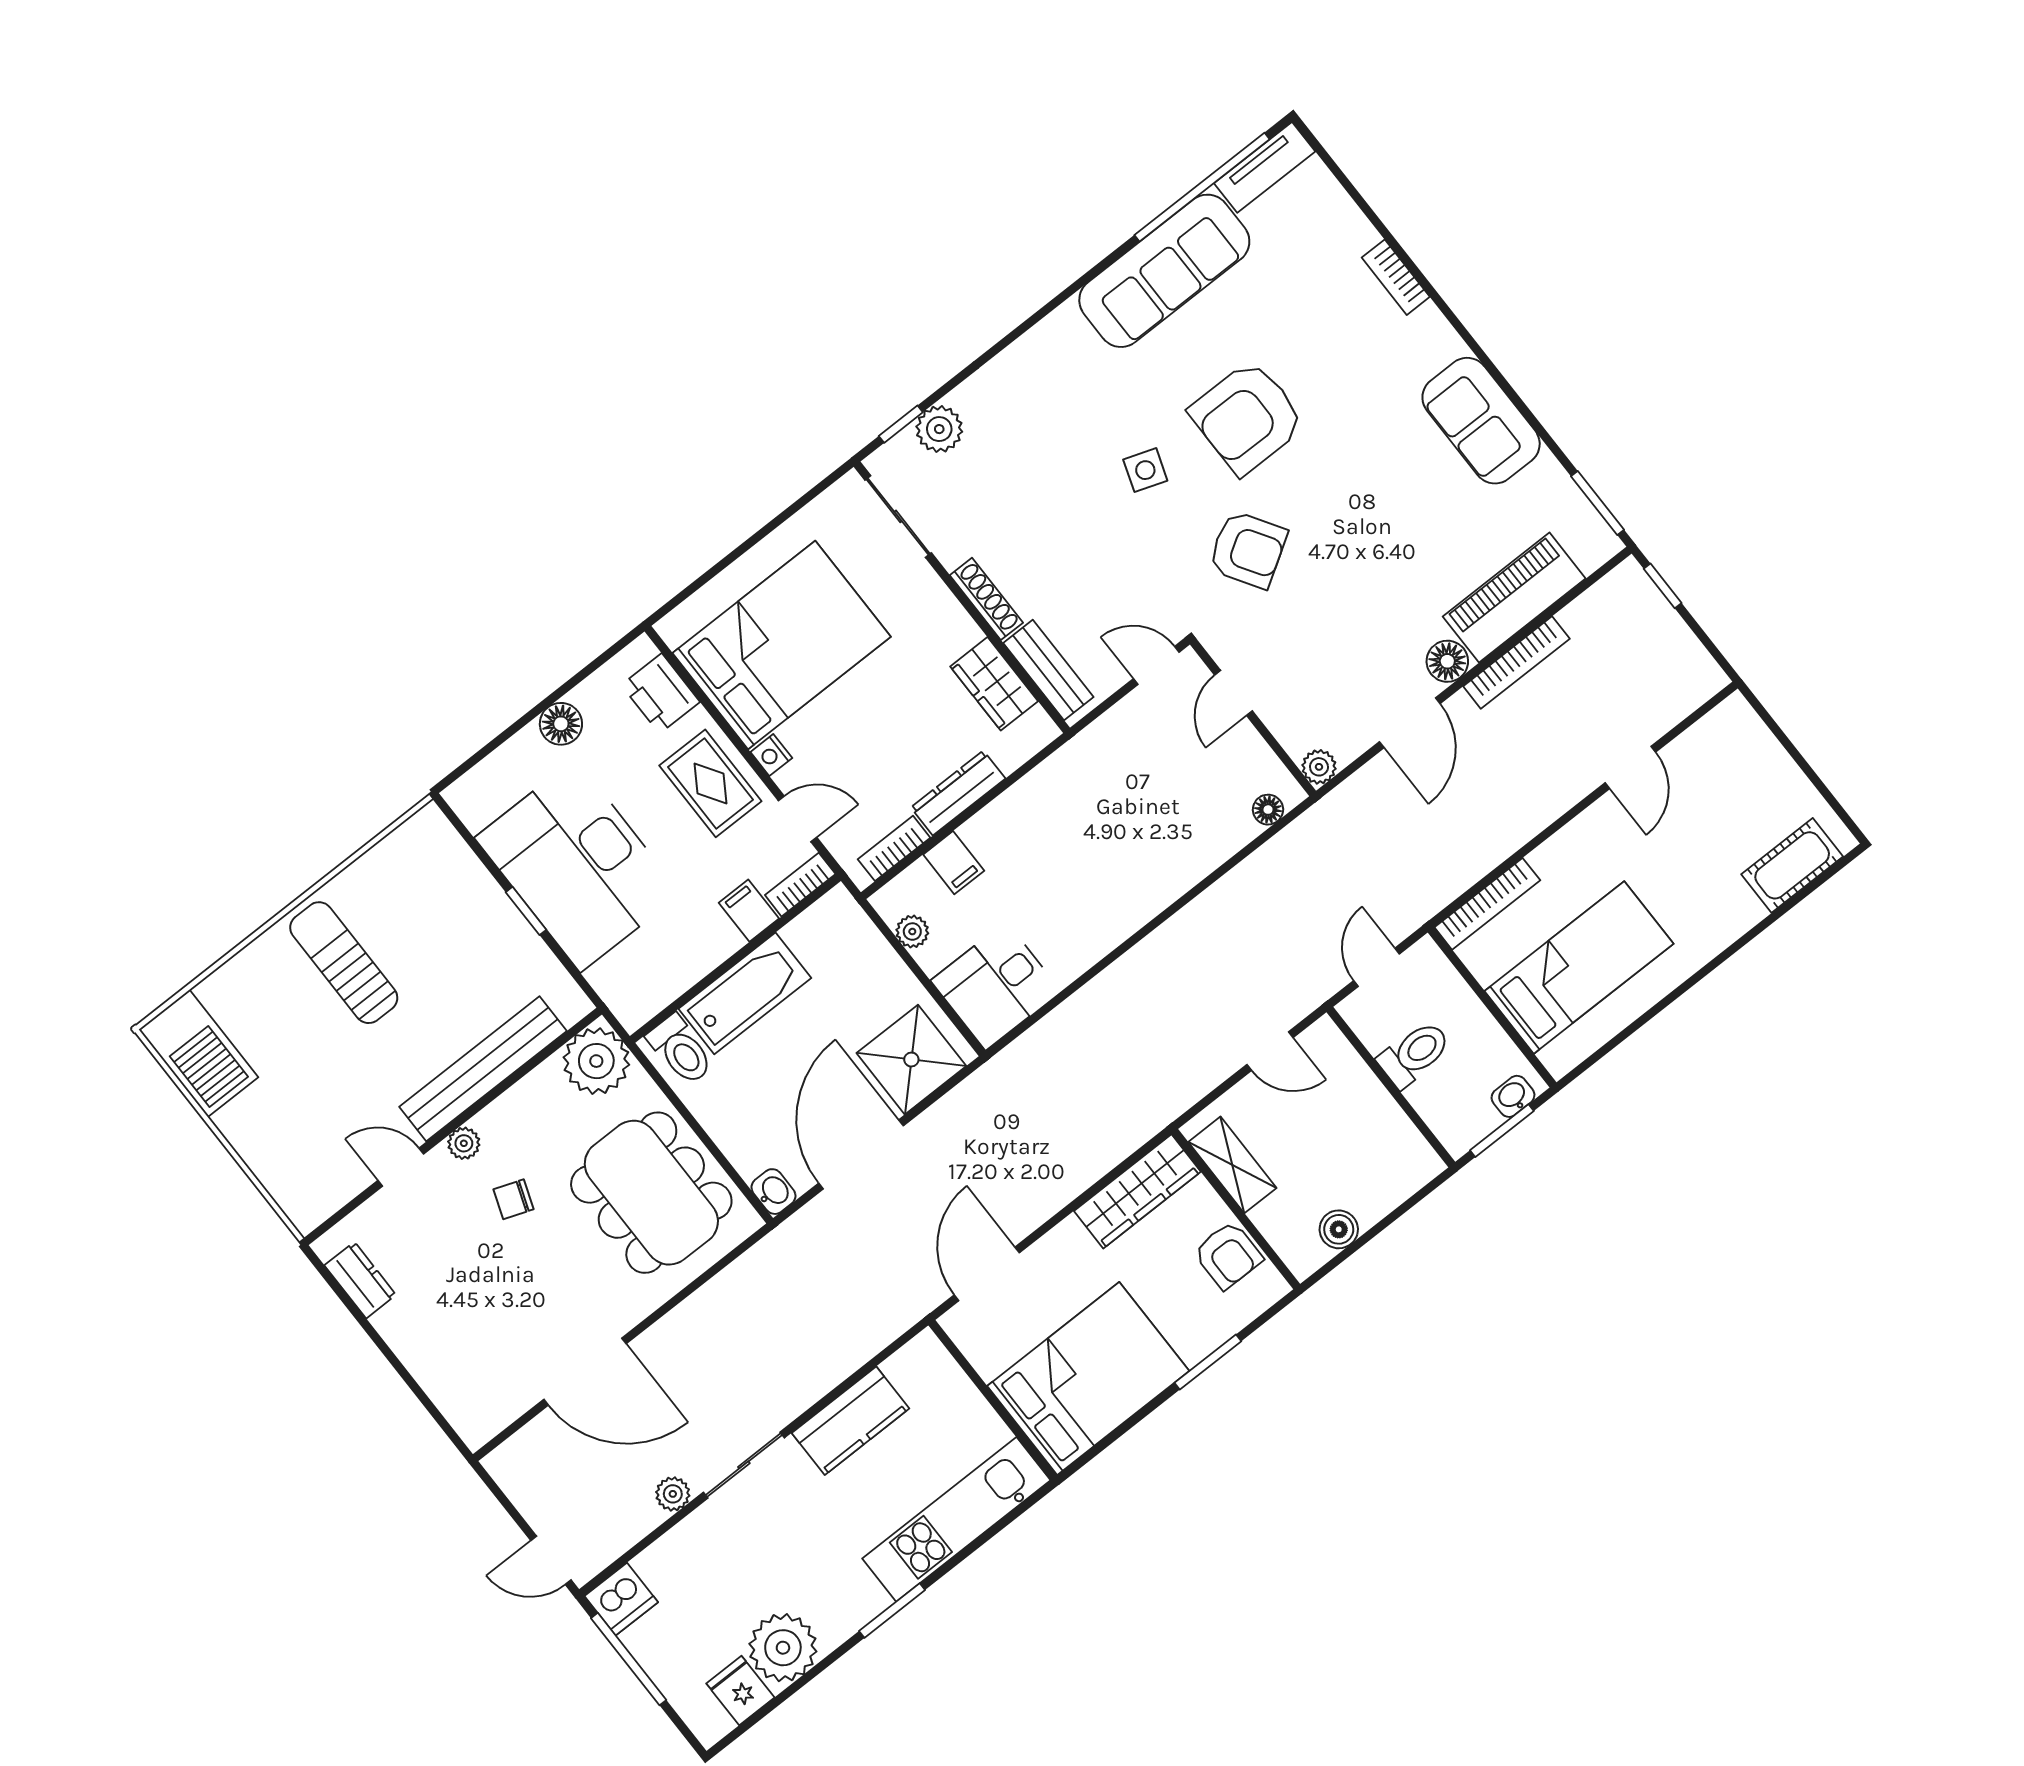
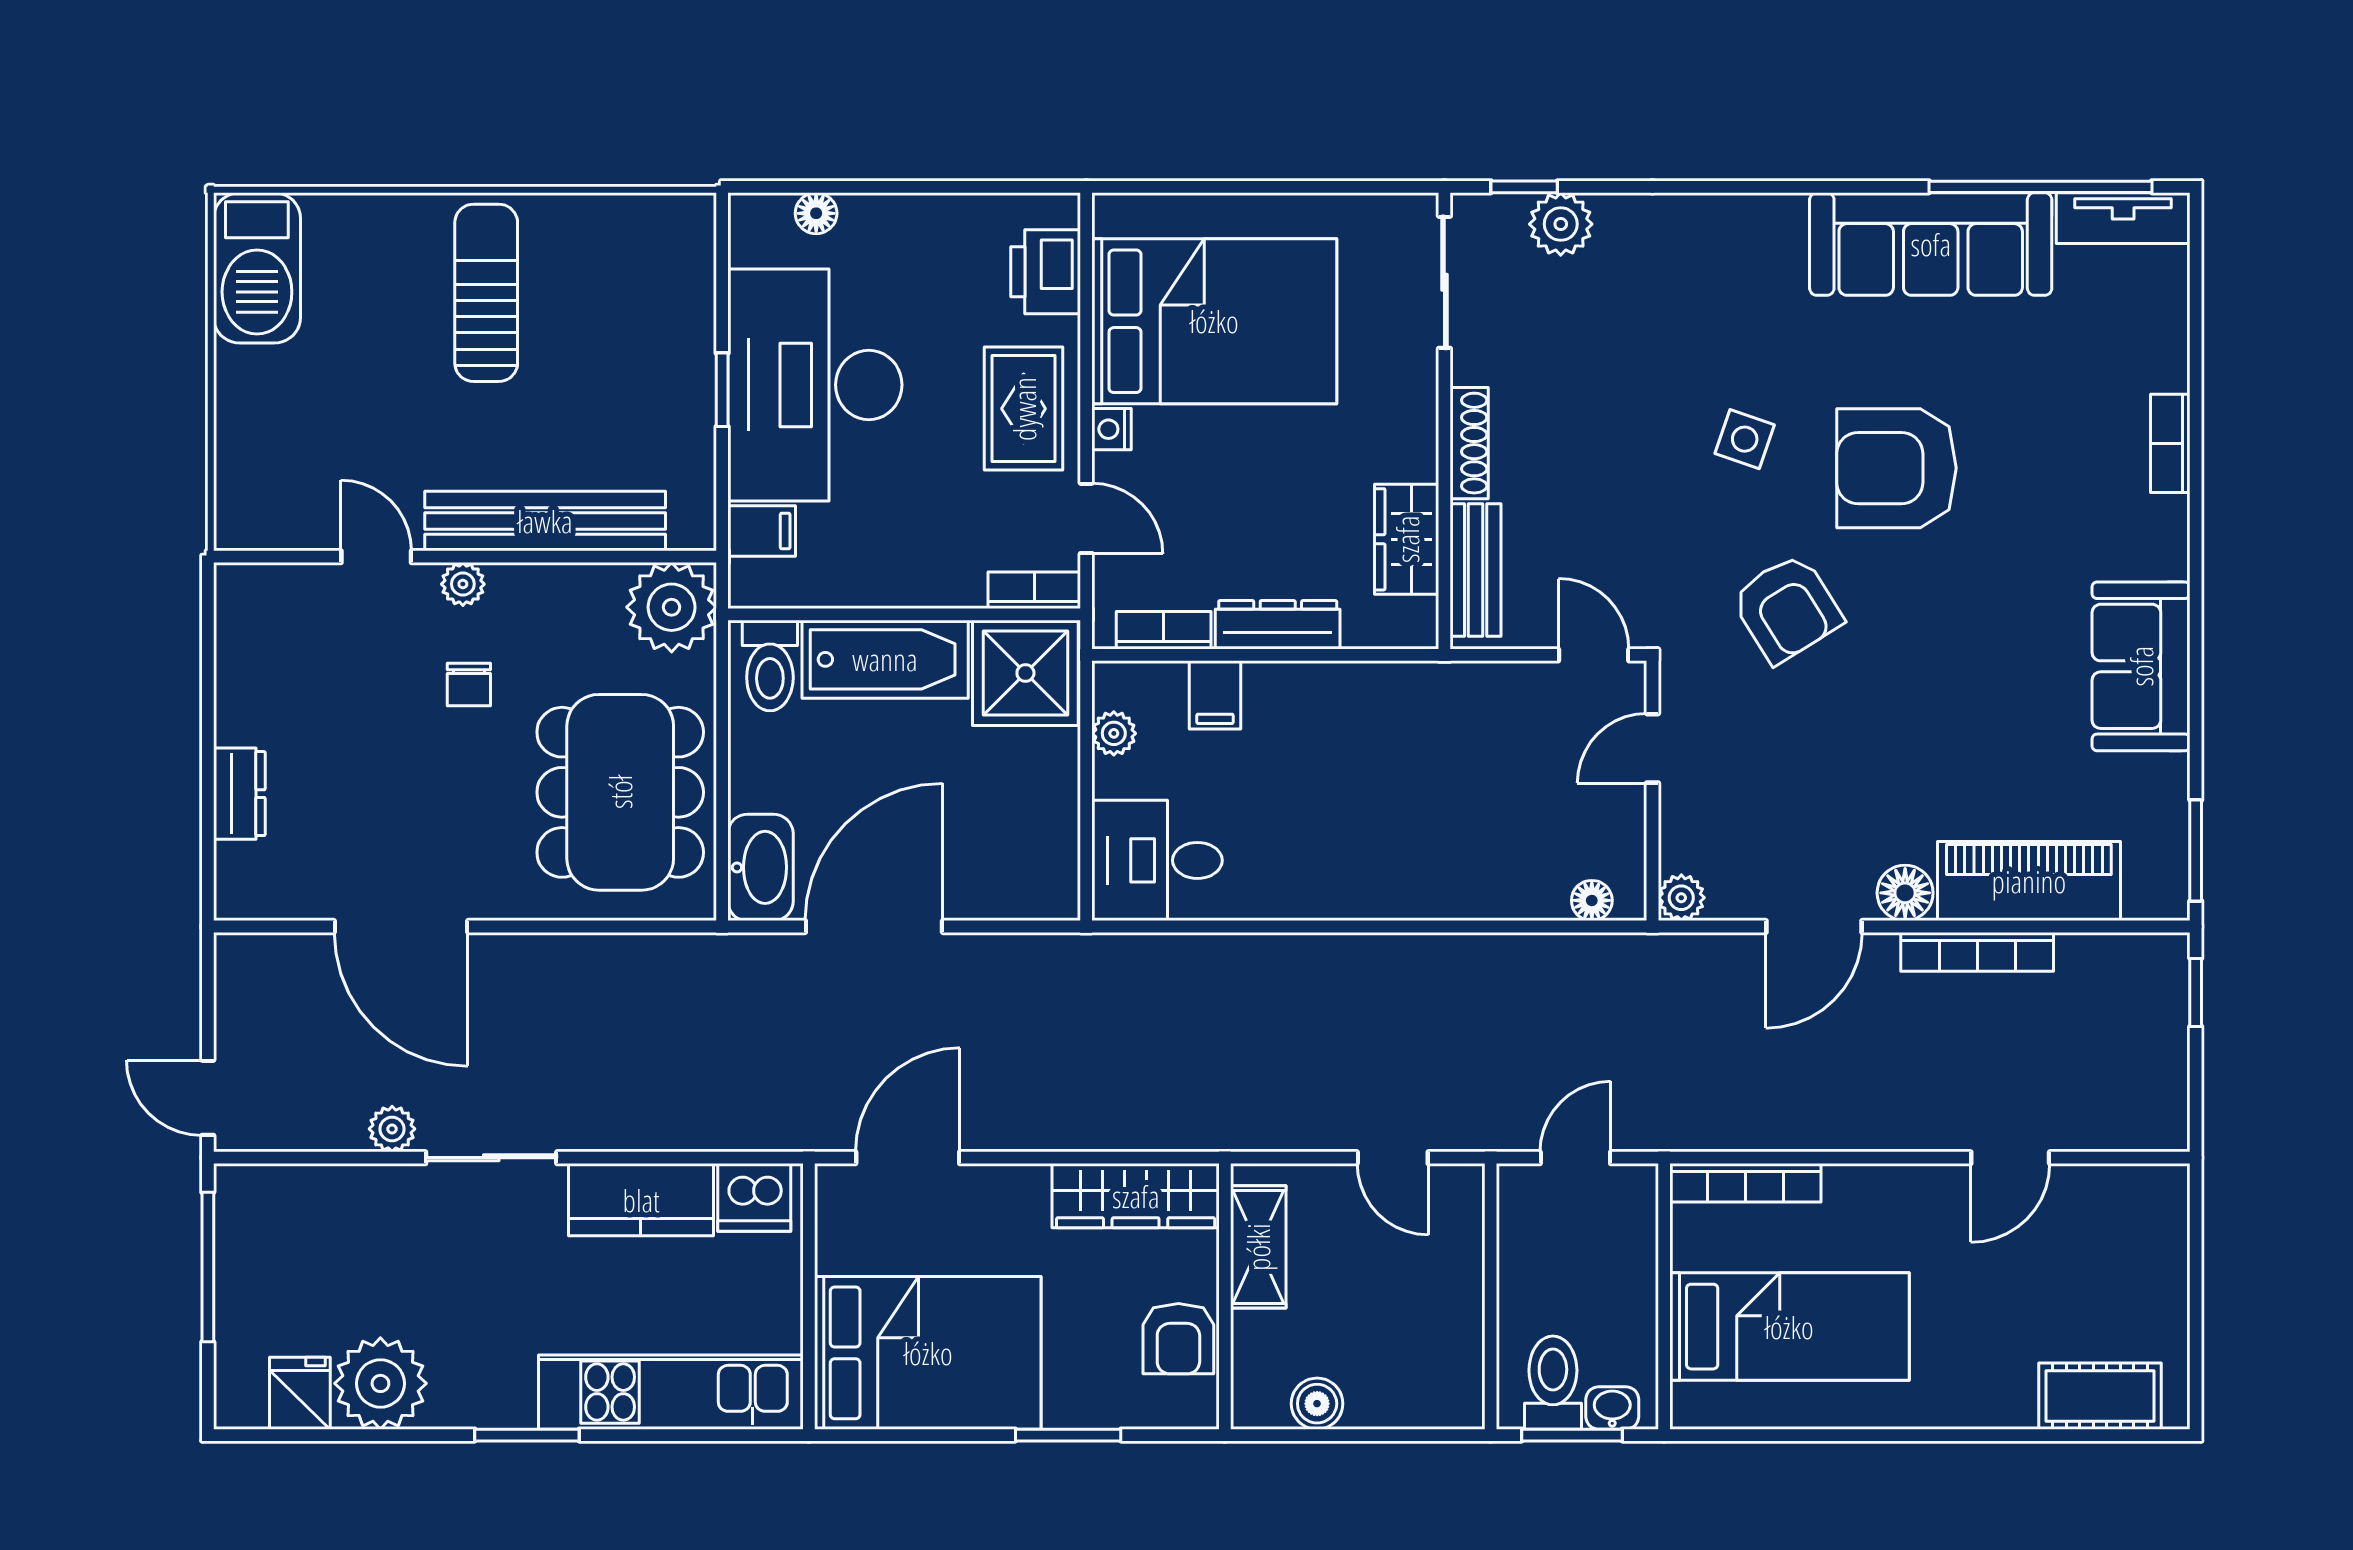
floor lamp: (561, 724) -> (816, 213), moved, width x0.73, depth x0.73
filing cabinet: (749, 911) -> (762, 531), moved, turned 90
toilet: (1414, 1054) -> (1553, 1383), moved, turned -90
shower: (911, 1060) -> (1025, 673), moved
washbasin: (774, 1192) -> (760, 867), width x1.91, depth x1.45
chair: (514, 1199) -> (469, 685), turned -110
dresser: (360, 1280) -> (239, 794), moved
dishwasher: (621, 1599) -> (754, 1197), moved

